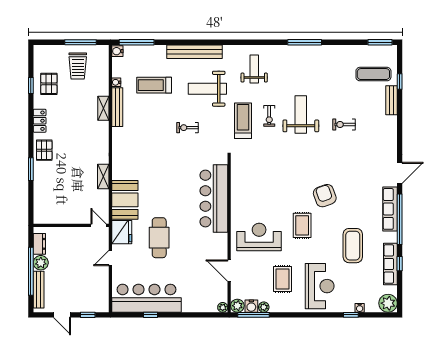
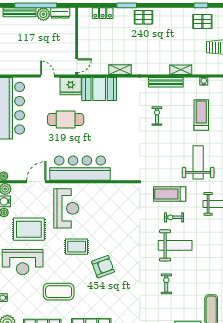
bench: (117, 107) -> (166, 82), moved
locker: (40, 121) -> (103, 13), moved
treadmill: (243, 121) -> (170, 194), turned 180
exercise bike: (187, 128) -> (157, 116), moved
bar counter: (214, 199) -> (80, 168), moved
rug: (283, 279) -> (29, 229), width x1.36, depth x1.43

